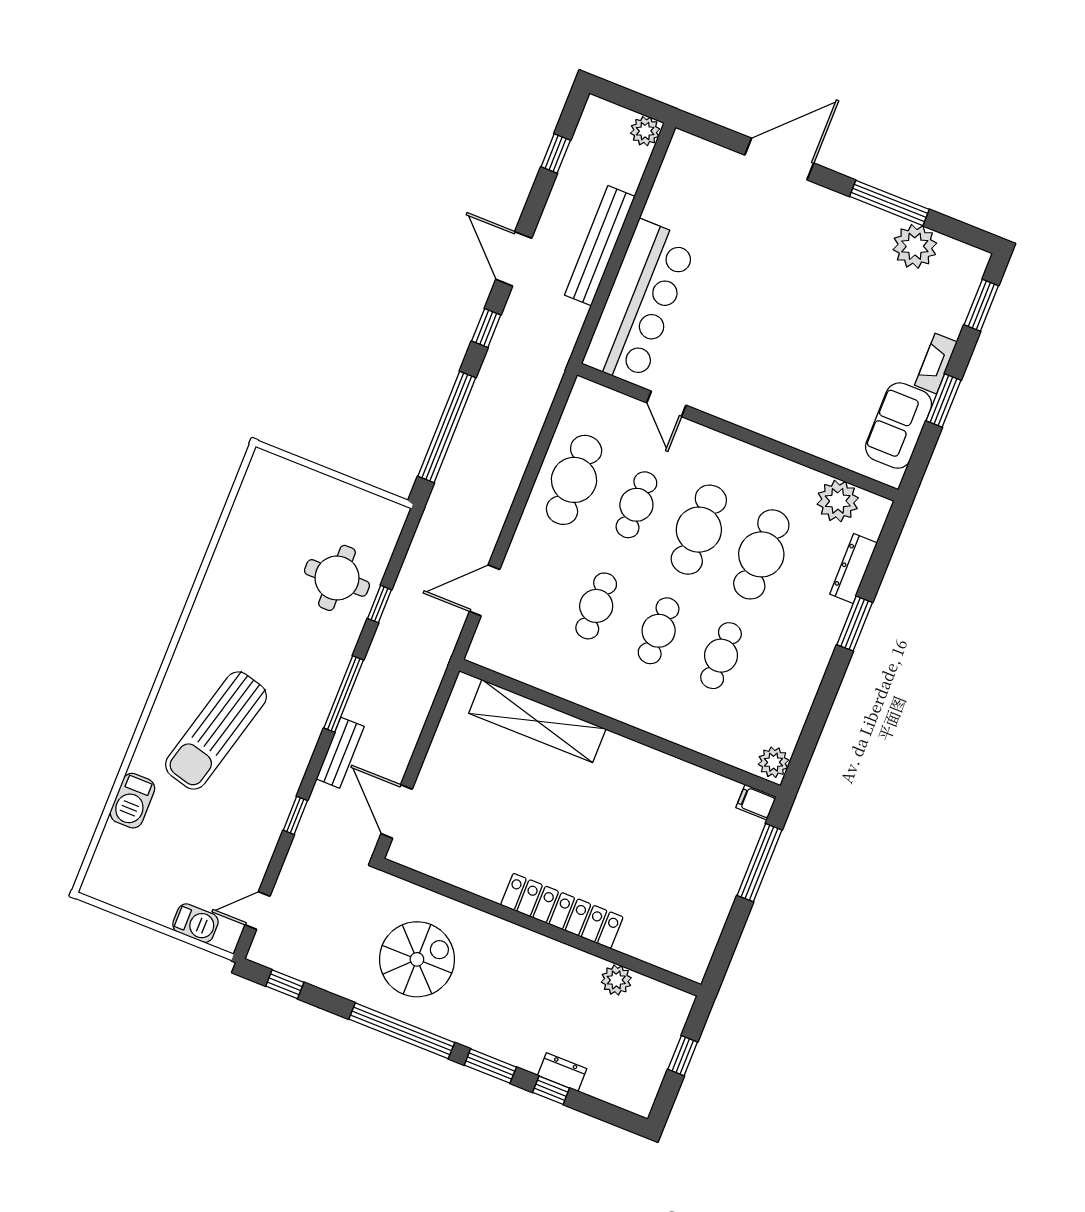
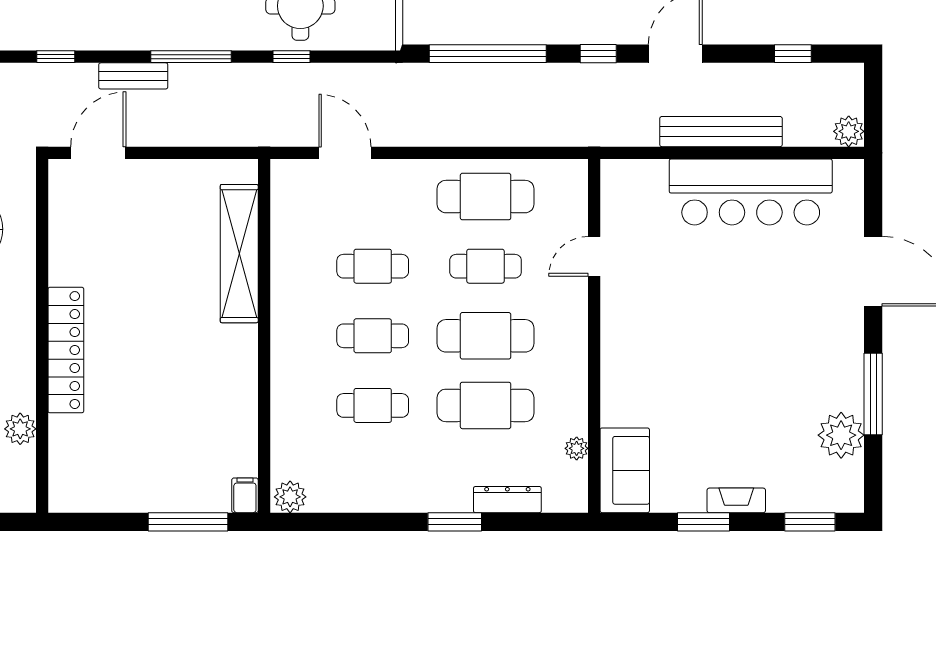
bar counter: (640, 303) -> (751, 192), moved
sofa: (899, 426) -> (625, 470), moved, turned 90
plant: (838, 501) -> (577, 448), width x0.53, depth x0.53

